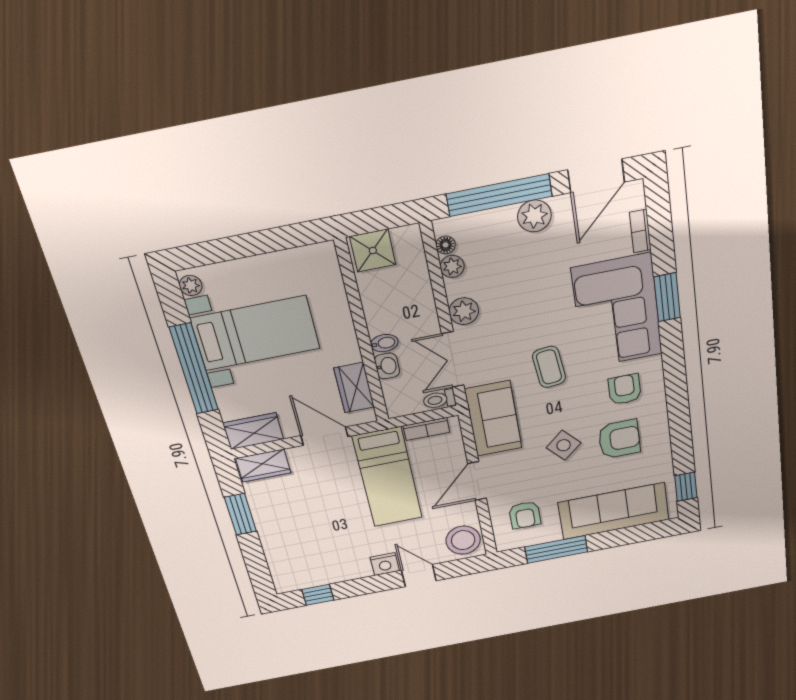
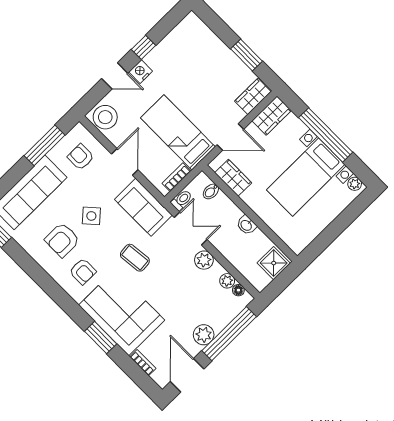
bidet: (384, 343) -> (211, 191), moved
washbasin: (387, 366) -> (246, 225), moved
window: (318, 595) -> (143, 47), moved

